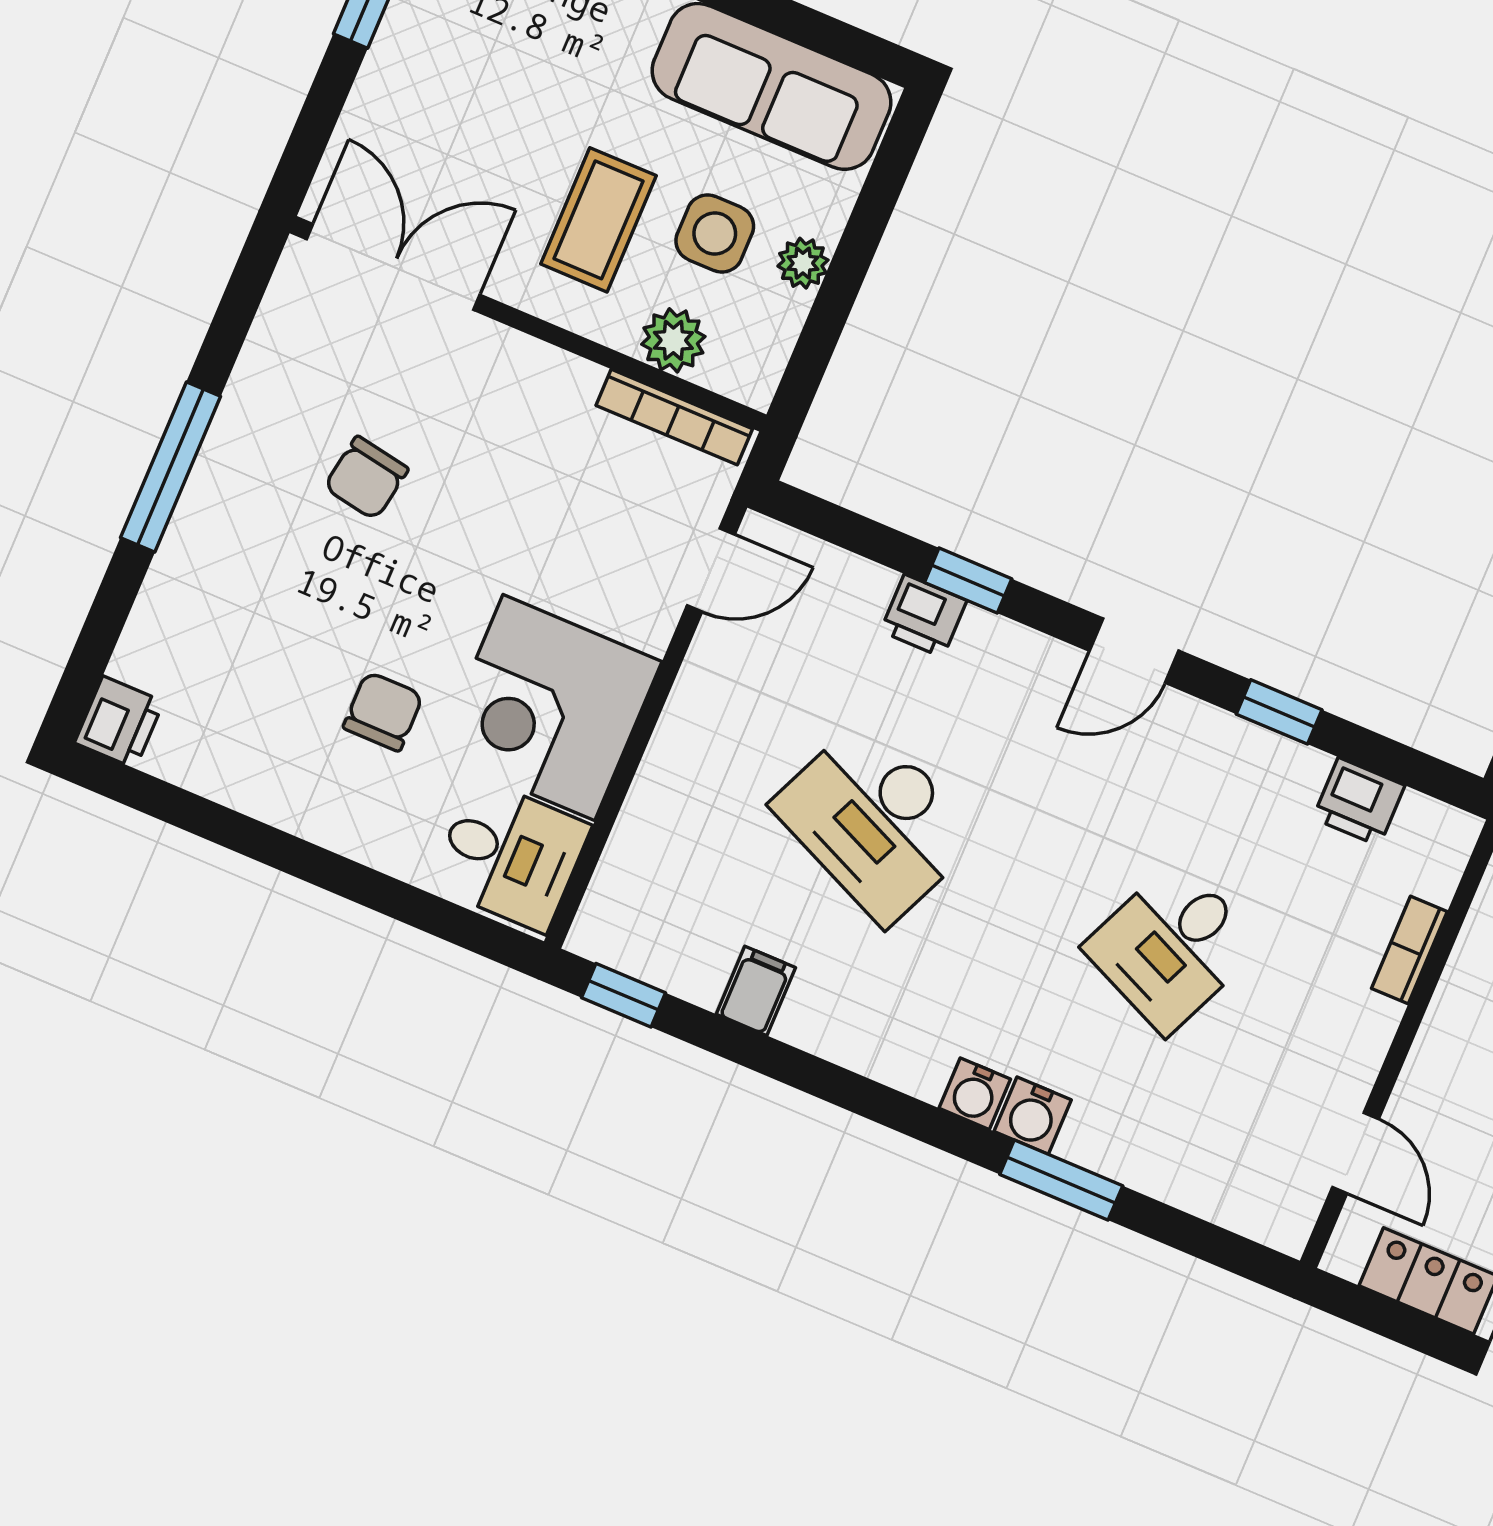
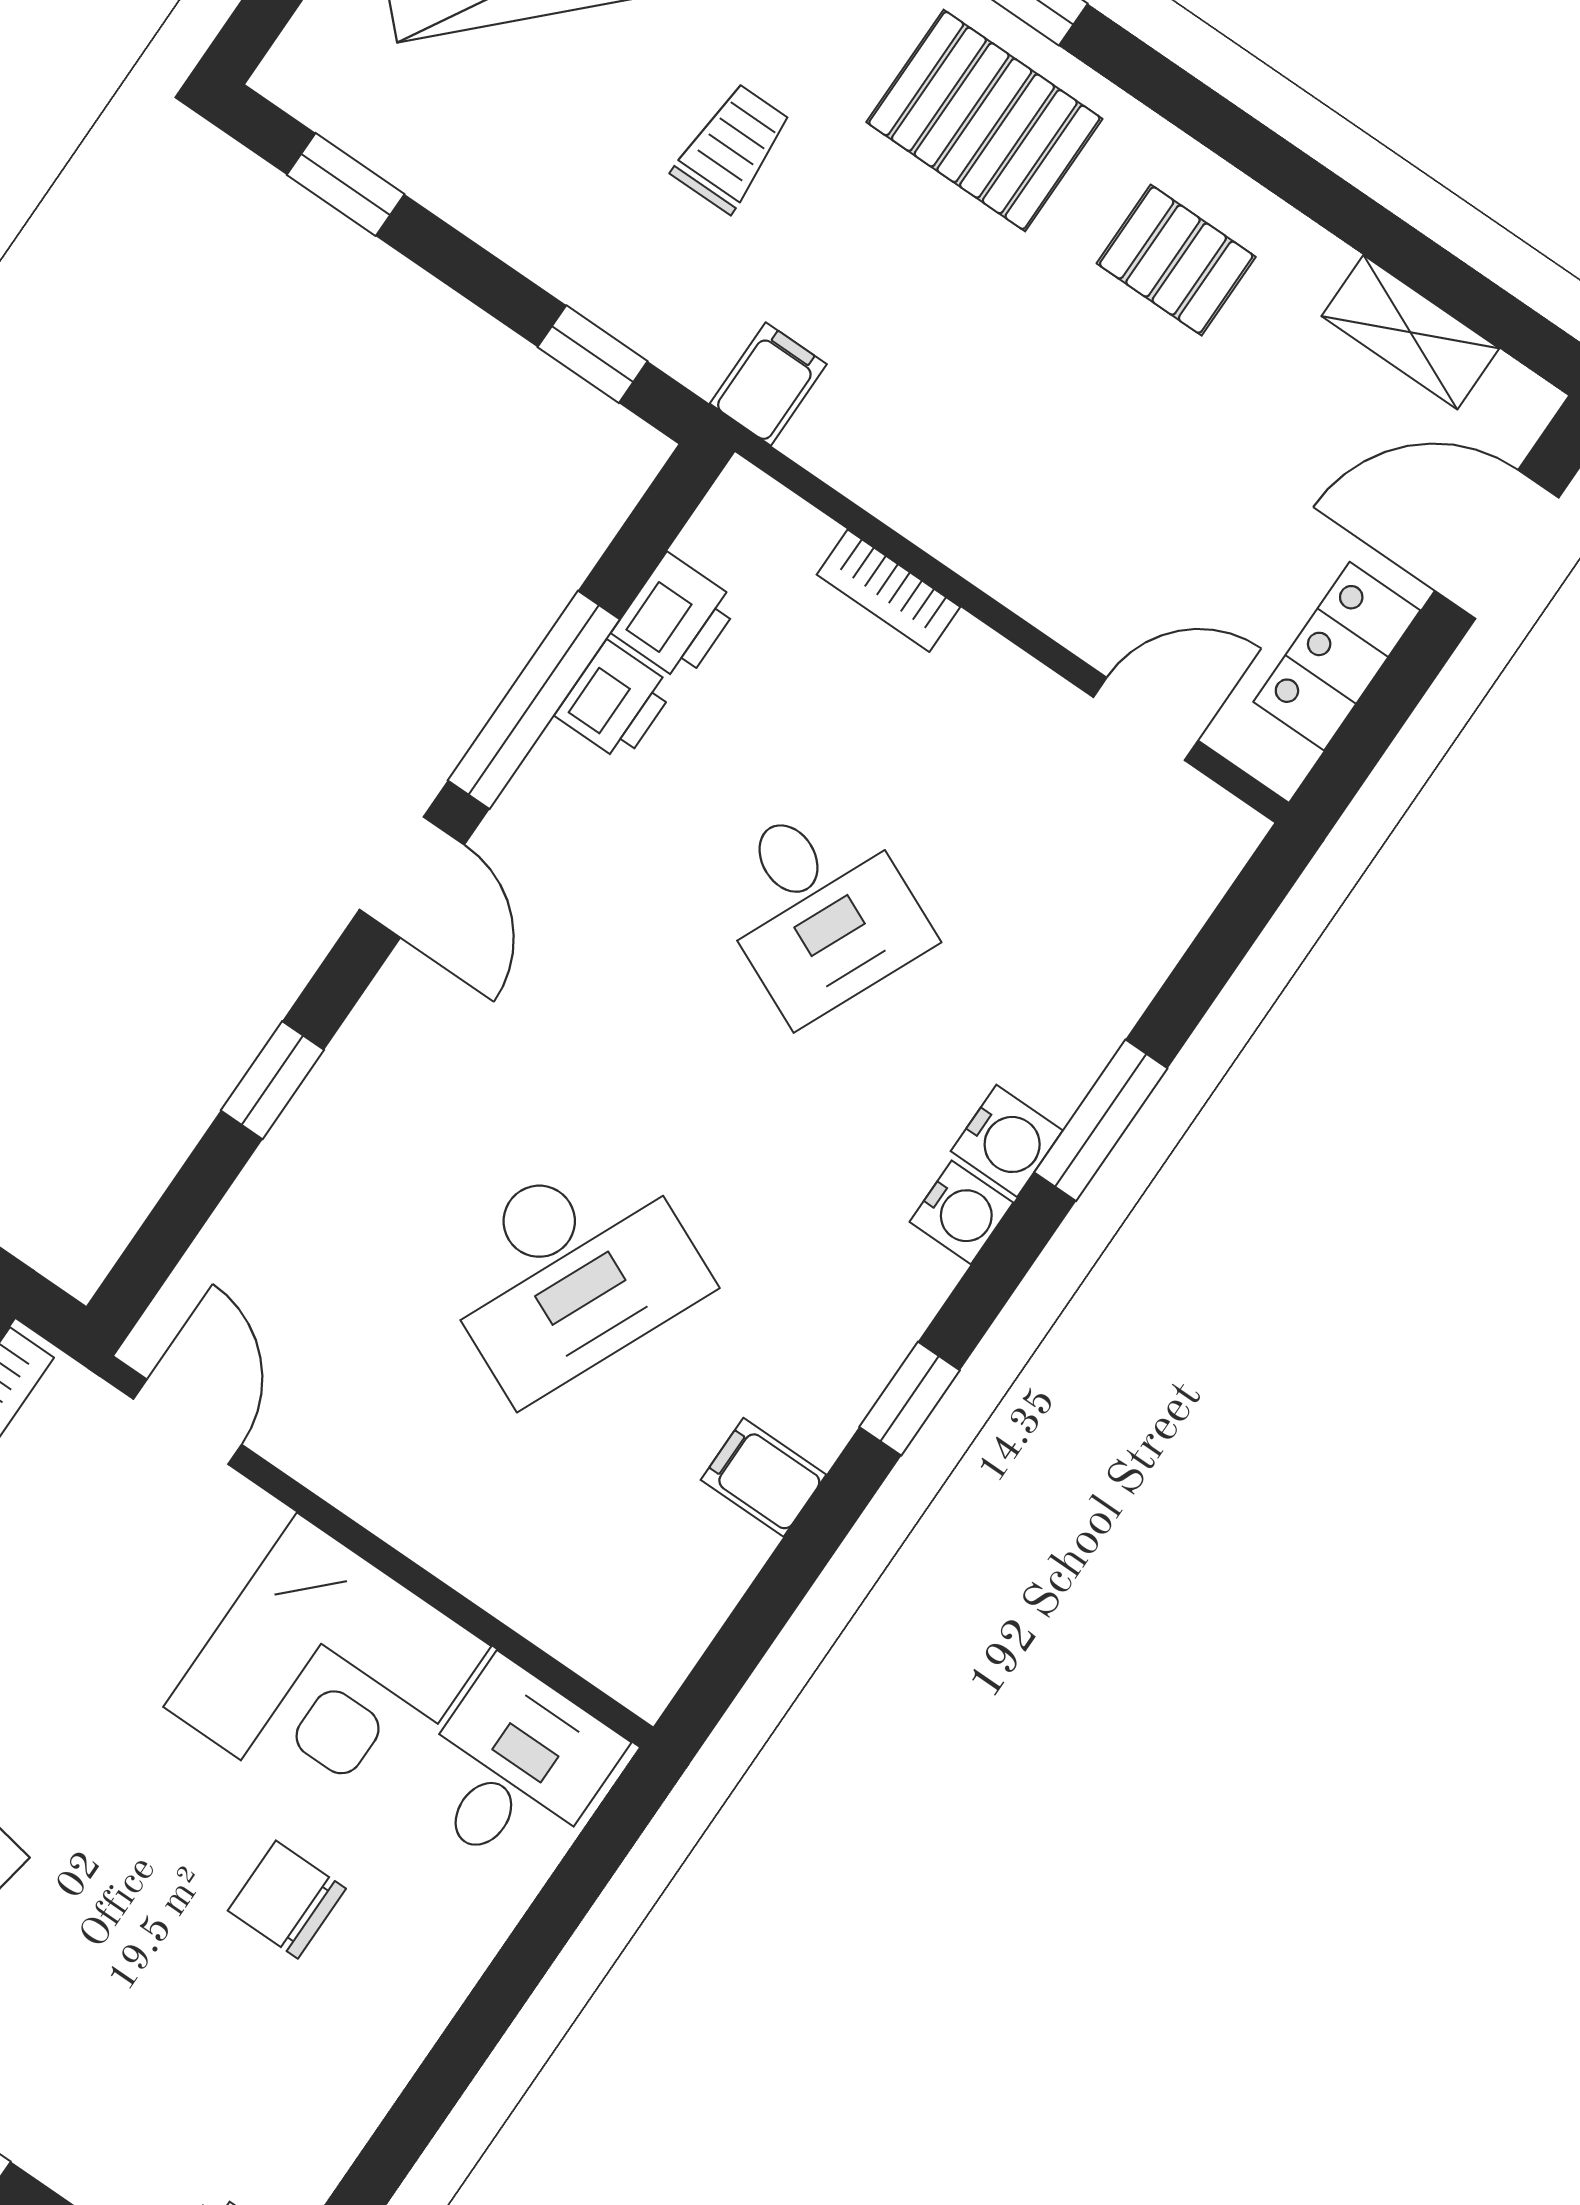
printer: (924, 616) -> (615, 701), moved
window: (1279, 712) -> (534, 700), width x2.17
window: (624, 995) -> (910, 1399), moved

